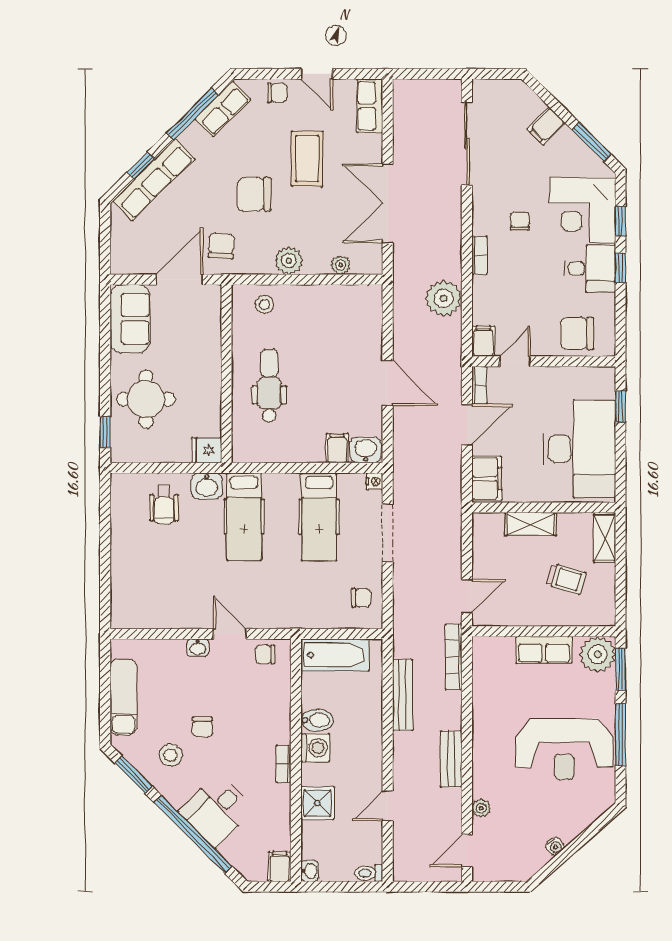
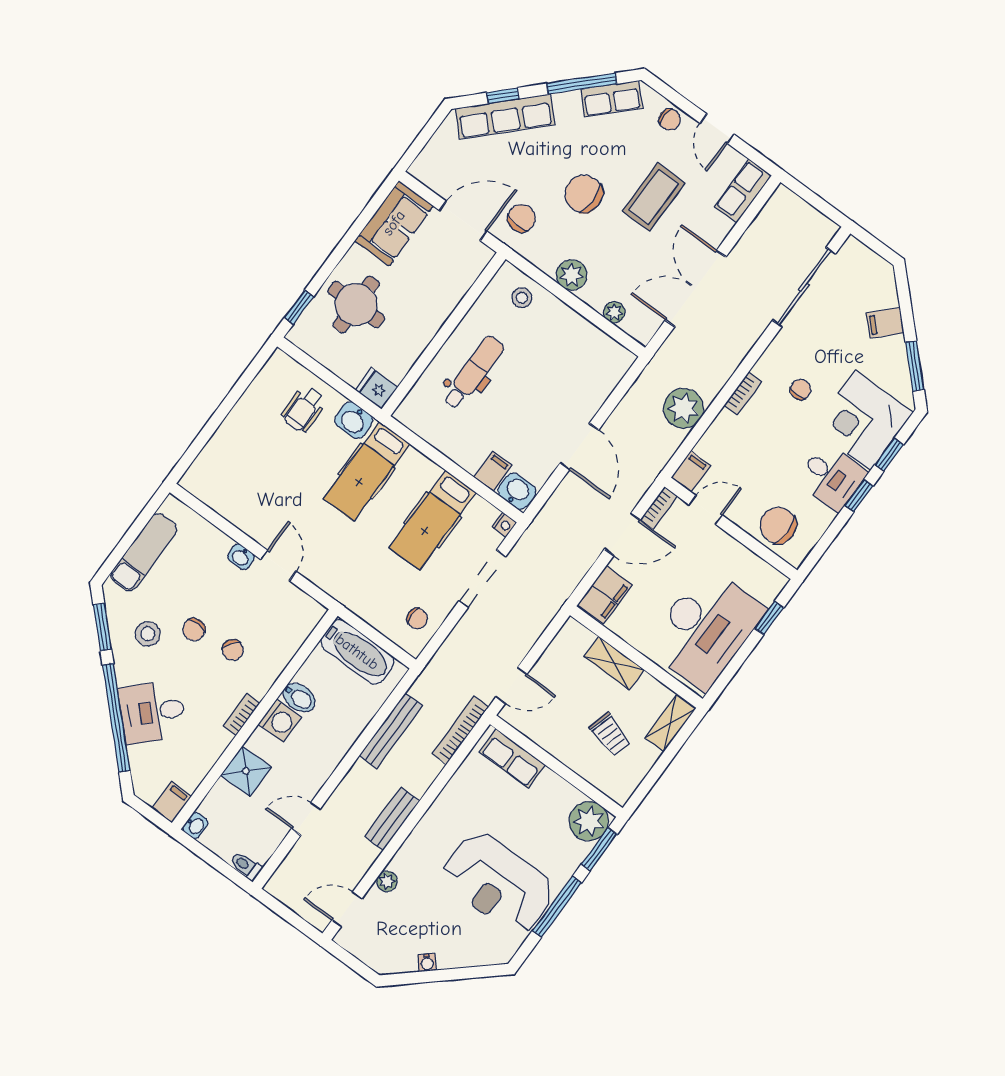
row of seats: (544, 650) -> (512, 759), moved
chair: (265, 654) -> (233, 650), moved, turned -145

